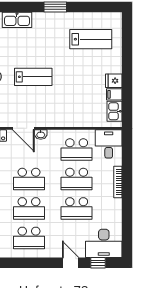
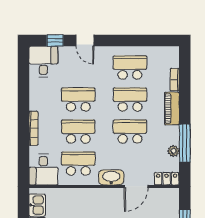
door: (23, 128) -> (136, 186), swing flipped
washbasin: (41, 135) -> (111, 177), width x1.91, depth x1.45
desk: (104, 243) -> (43, 62), width x0.73

